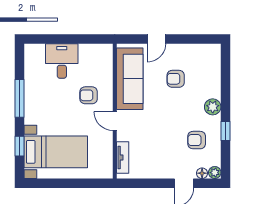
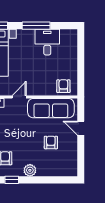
desk: (62, 61) -> (47, 42), moved, turned -90
armchair: (89, 95) -> (63, 86), moved

